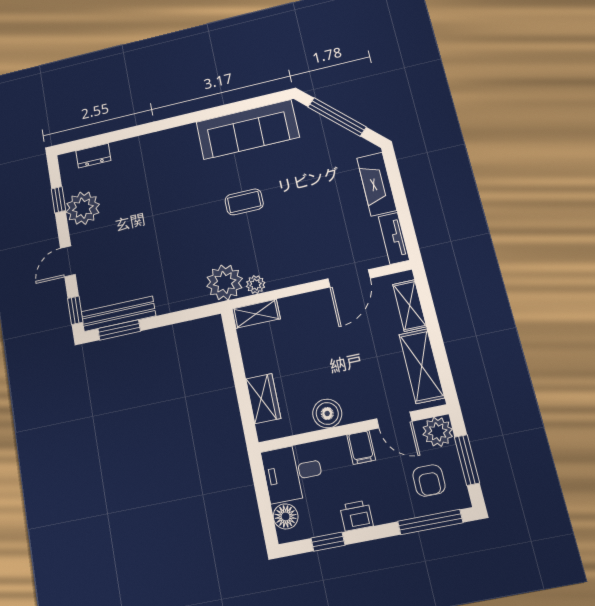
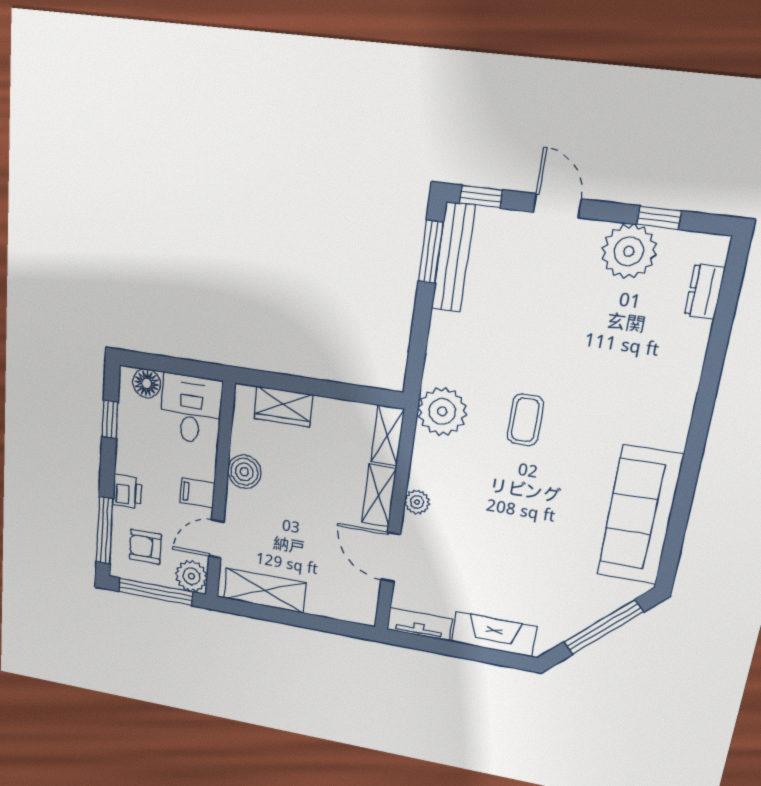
coffee table: (244, 202) -> (525, 420), moved
plant: (256, 285) -> (417, 502), moved
shelving: (410, 306) -> (379, 495), moved, turned 90
window: (467, 460) -> (156, 592), width x1.44
printer: (356, 516) -> (127, 492), moved

